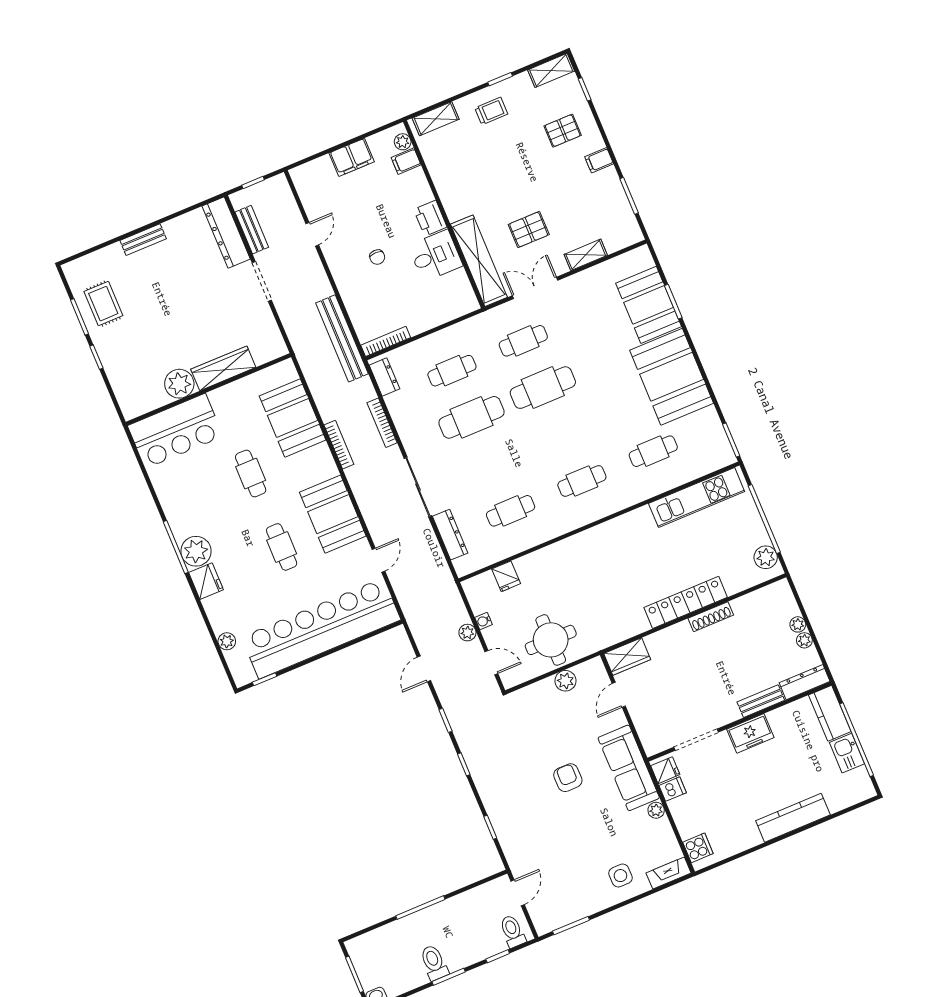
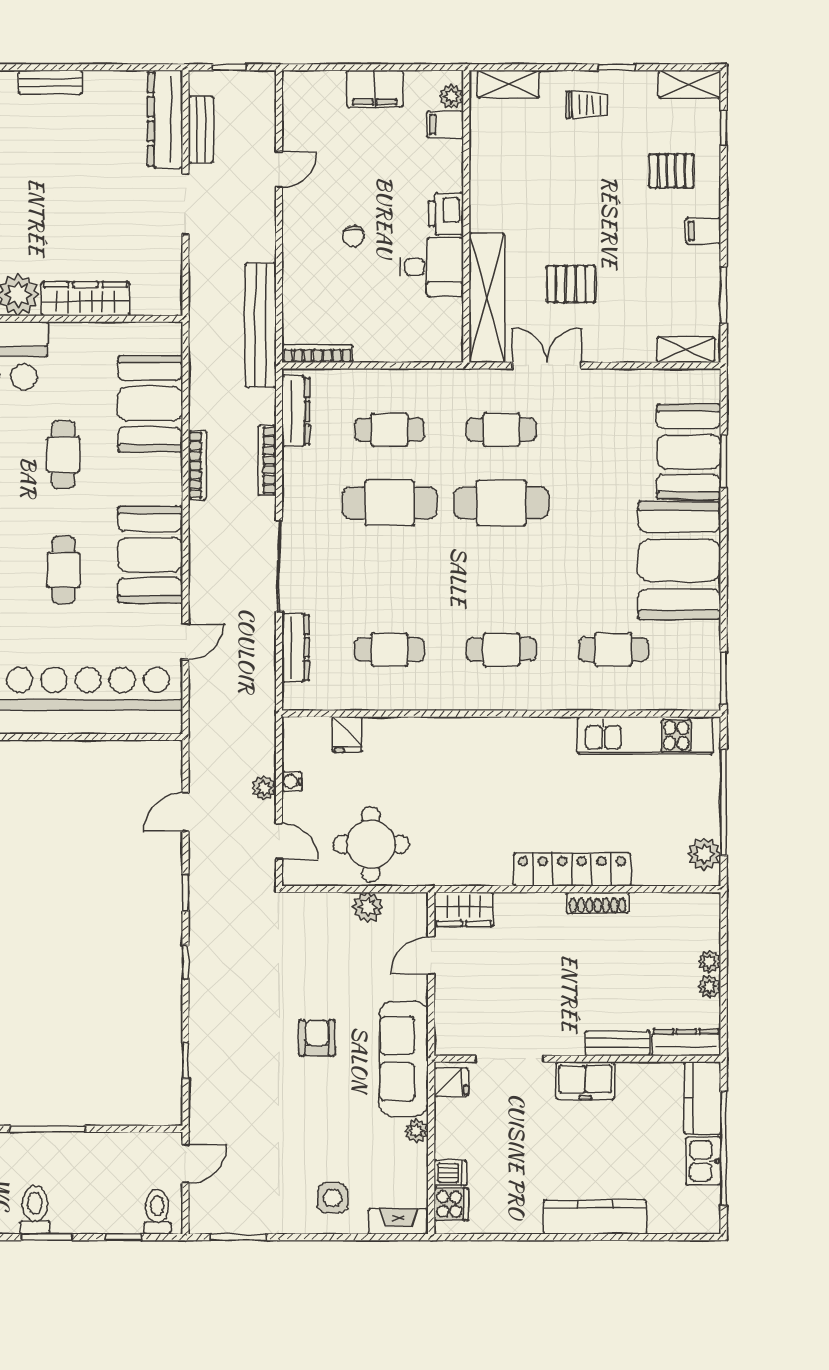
shelving: (586, 255) -> (686, 350), moved
dresser: (384, 377) -> (296, 411), width x1.44
dishwasher: (673, 789) -> (450, 1173), moved

